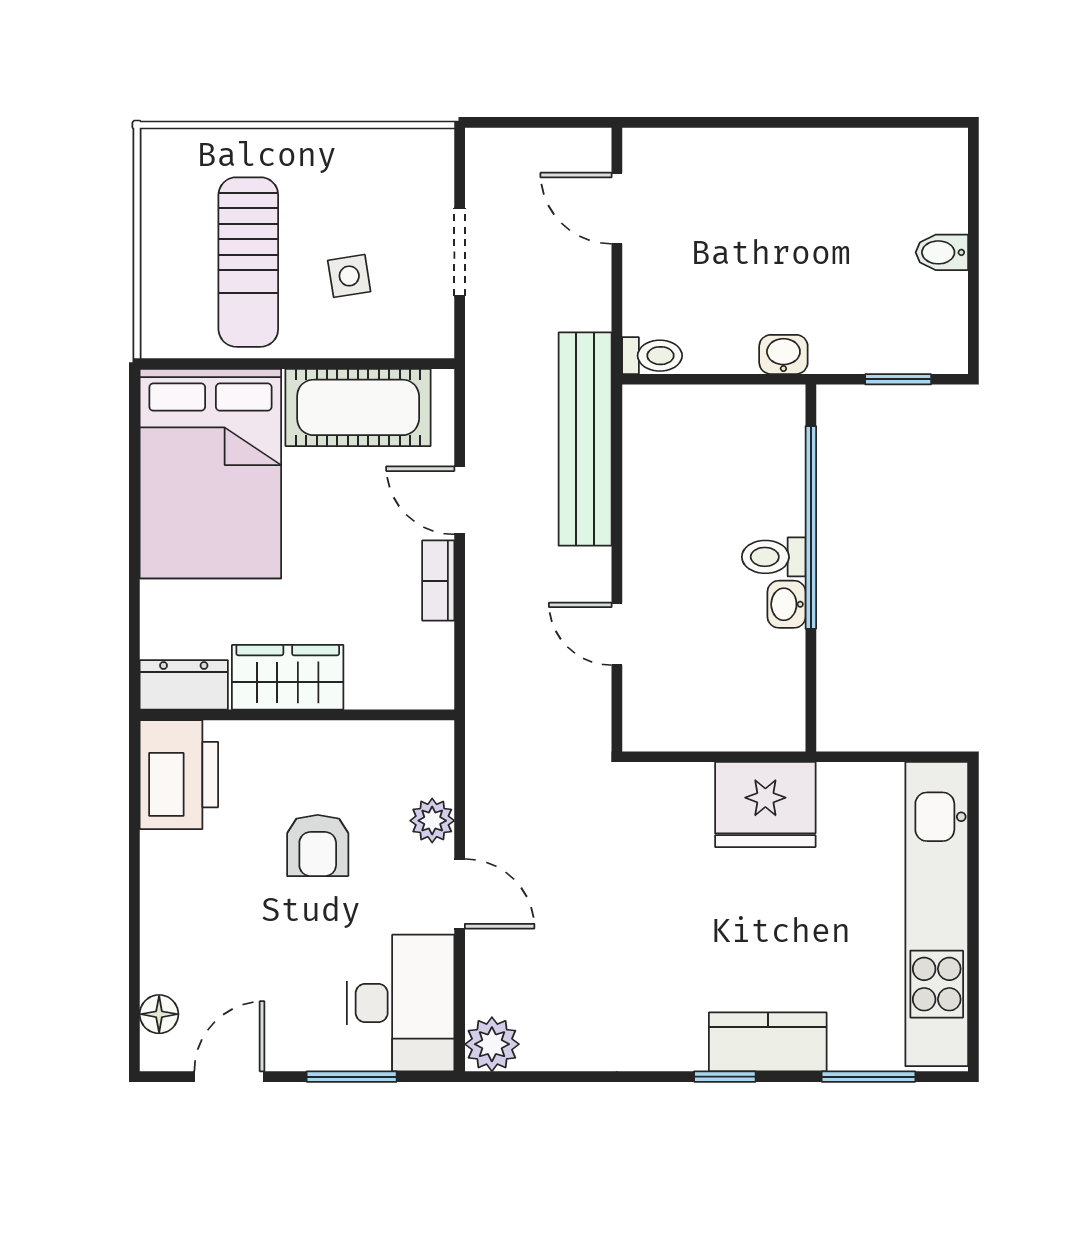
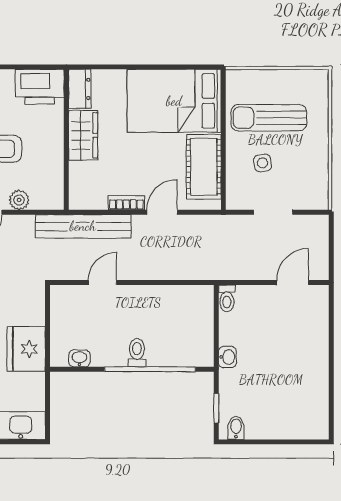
bidet: (942, 252) -> (236, 428), moved
bench: (585, 439) -> (83, 226), moved
washbasin: (787, 604) -> (79, 358), moved

